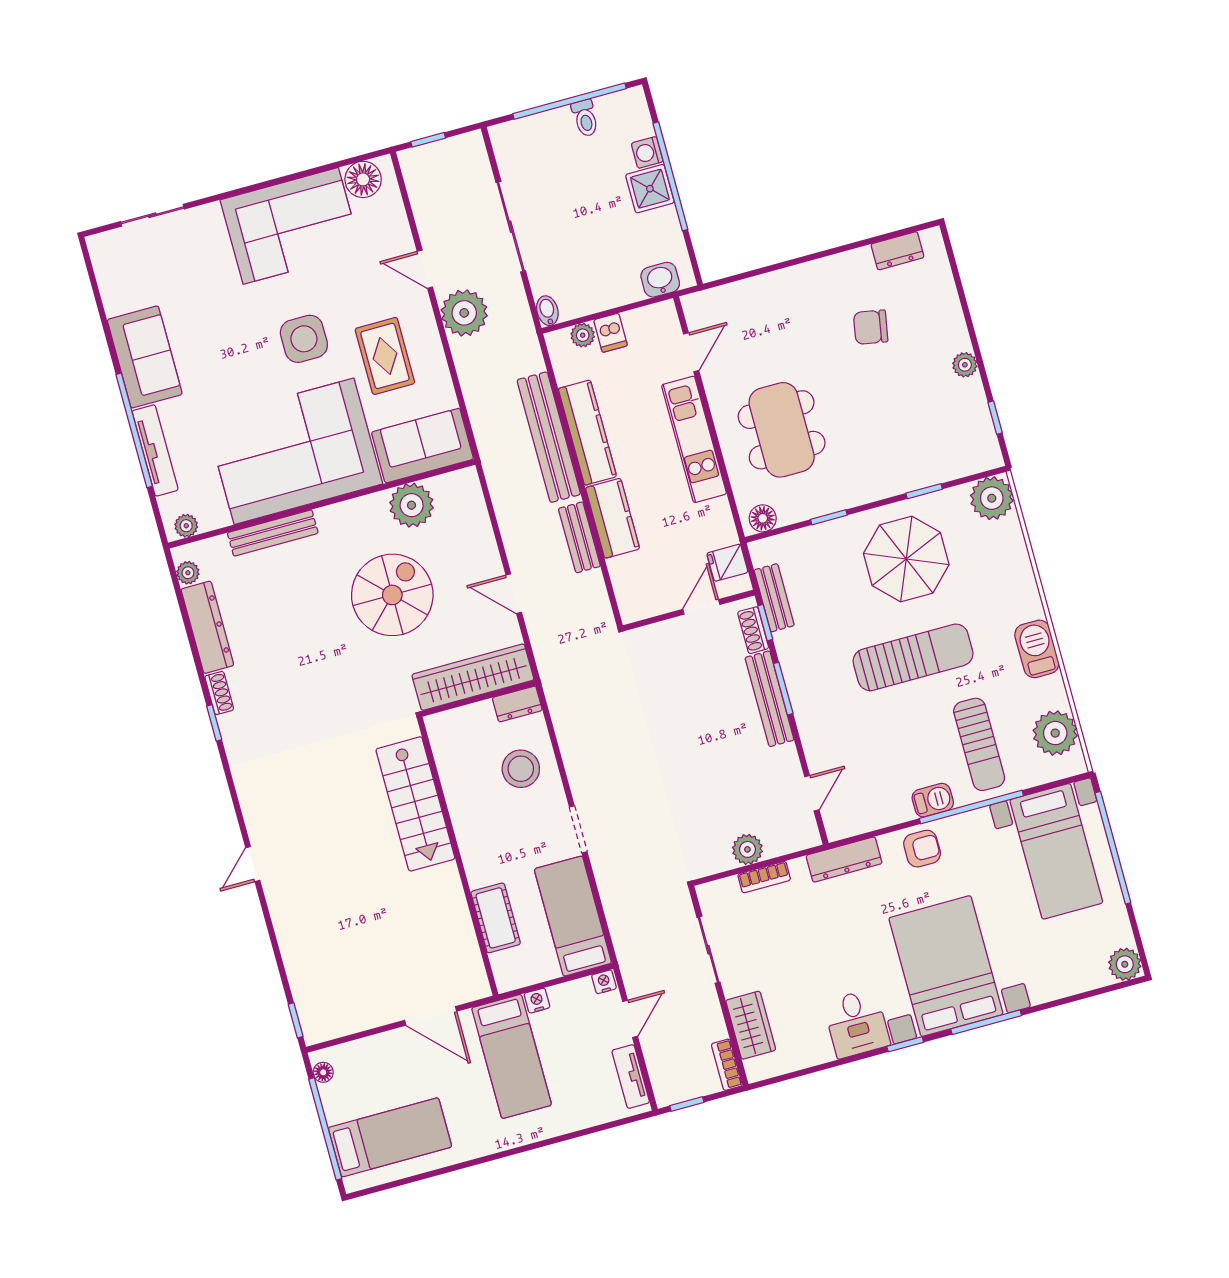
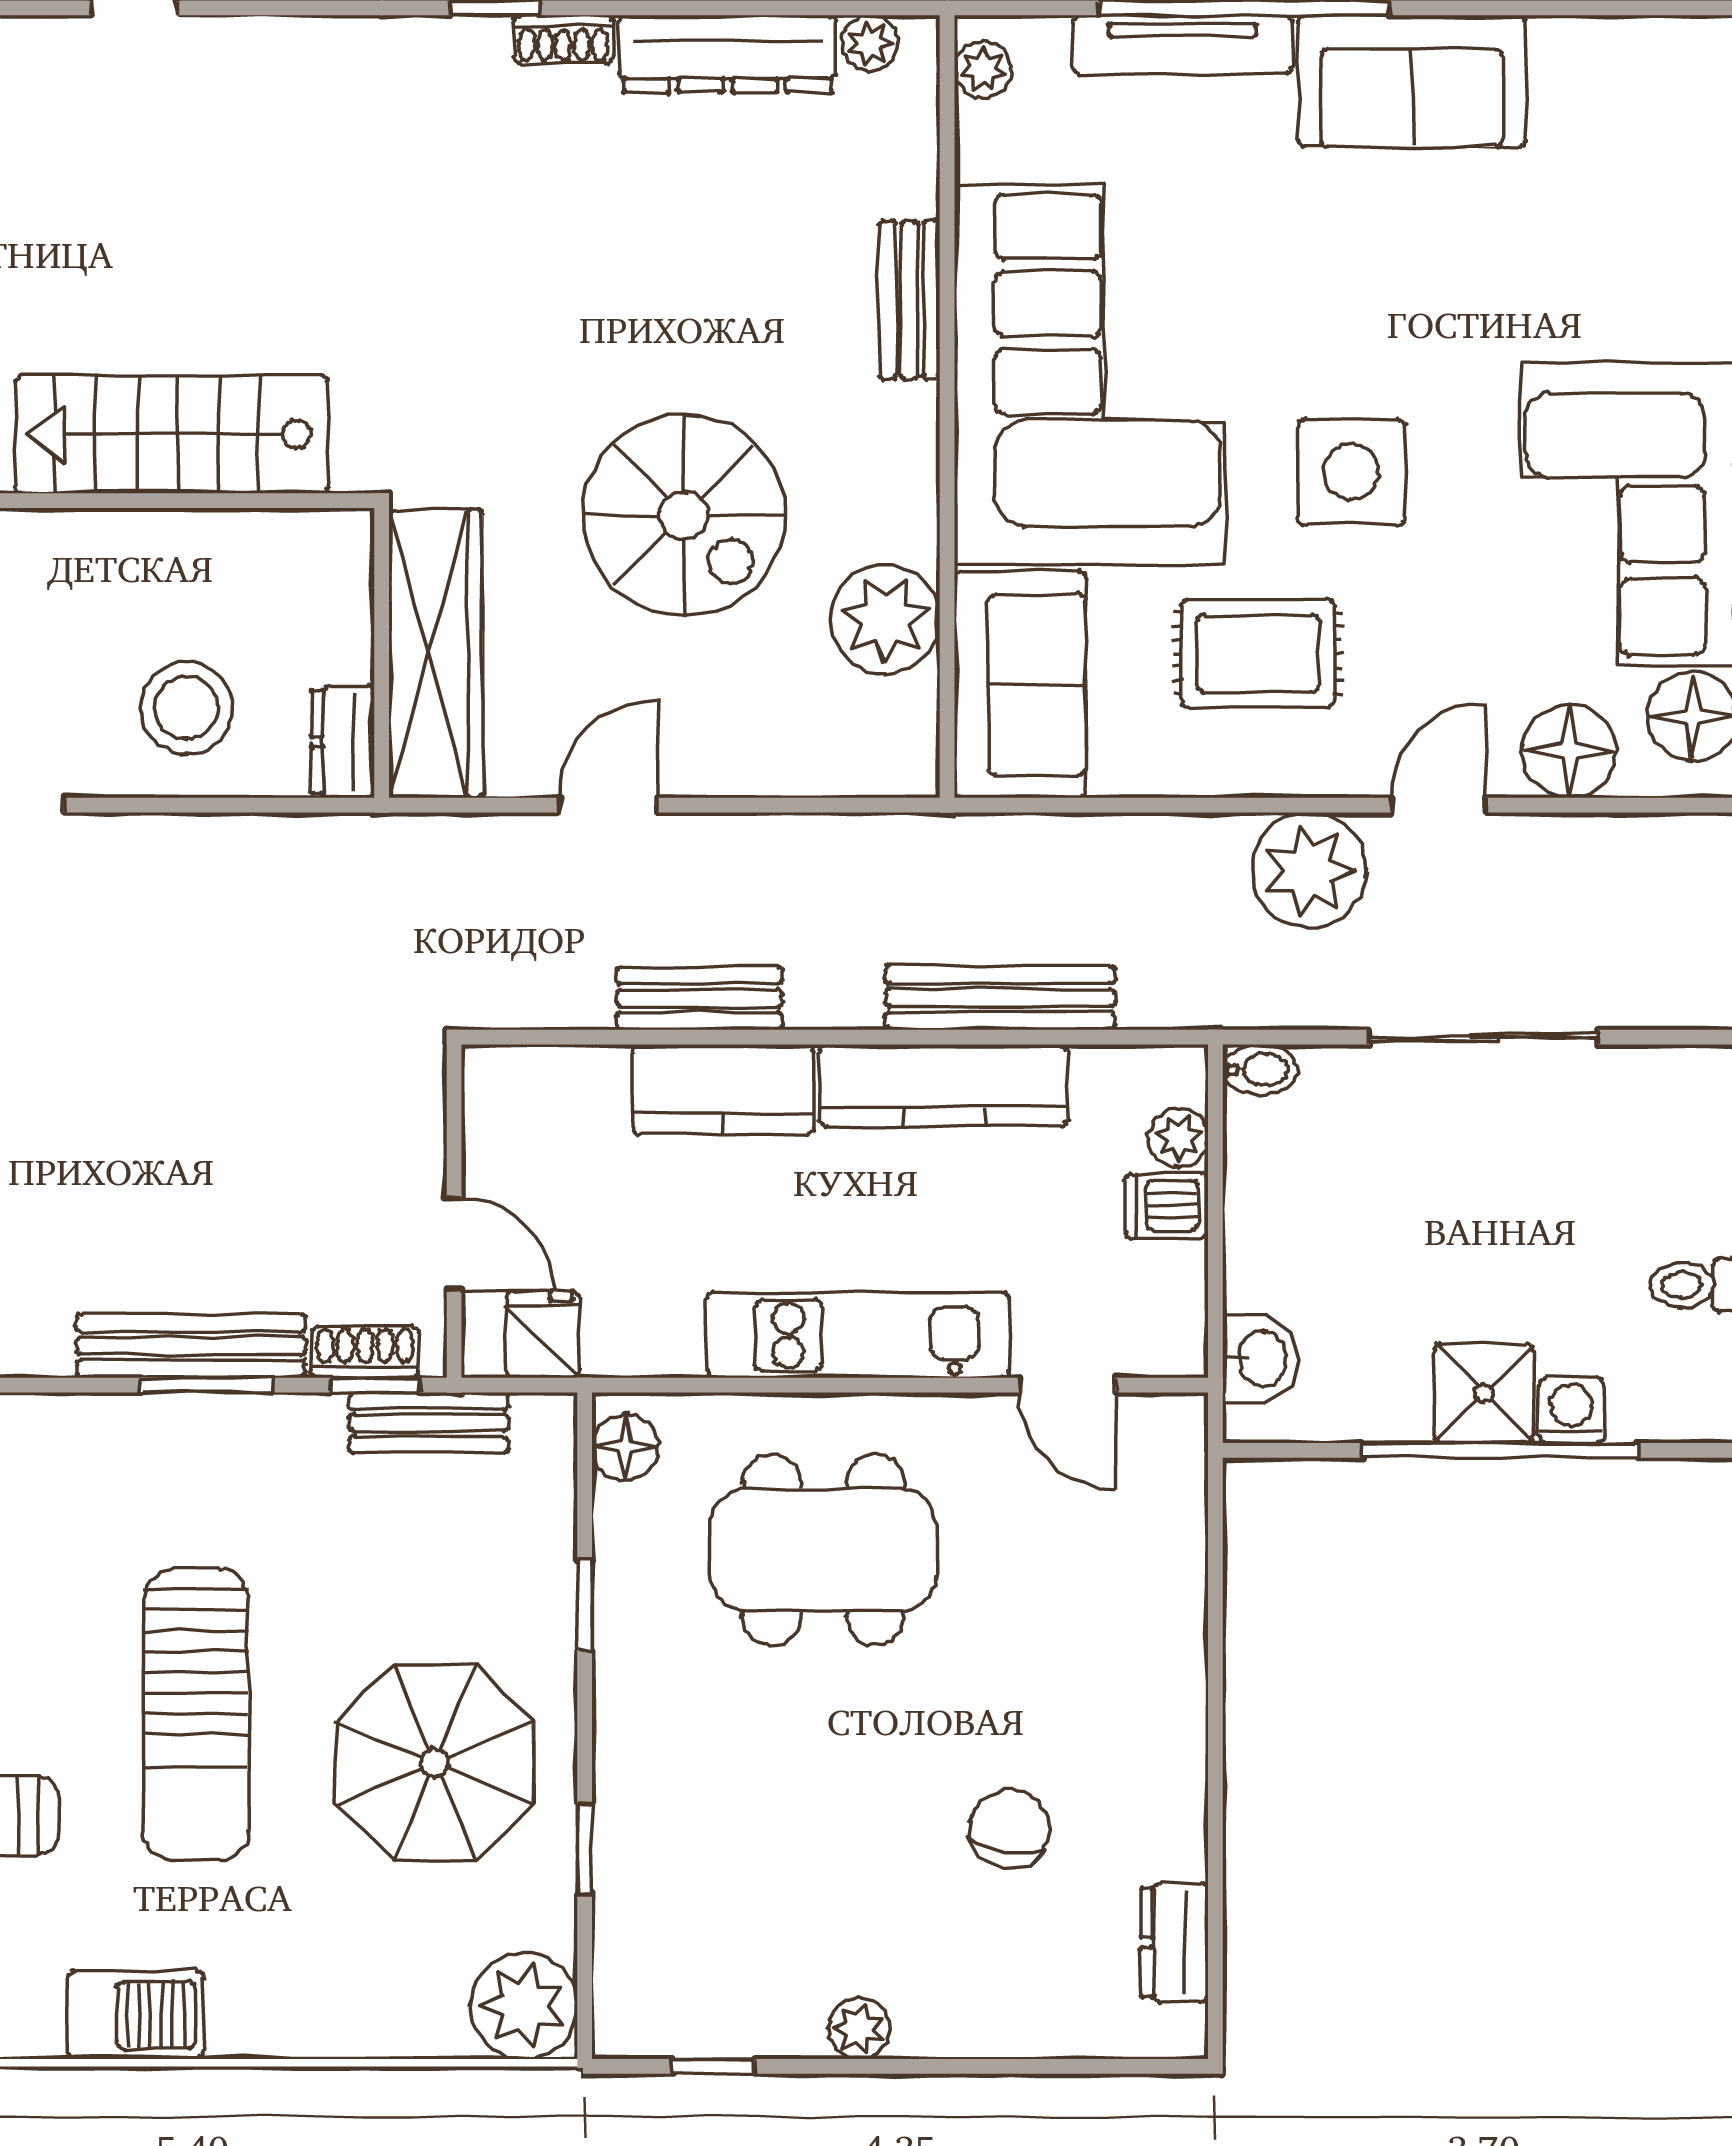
floor lamp: (390, 224) -> (1569, 751), added
bench: (549, 437) -> (1000, 998), width x0.73, depth x0.82
bench: (273, 533) -> (909, 300), width x0.73

